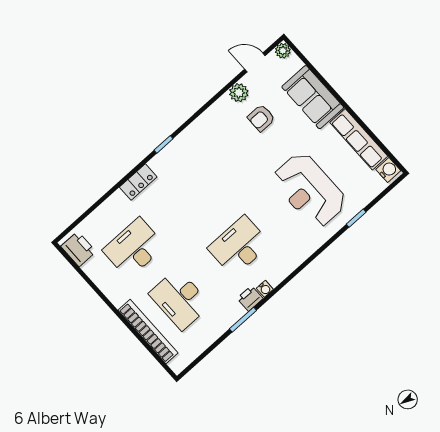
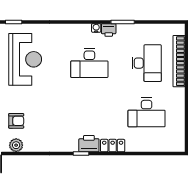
printer: (78, 249) -> (89, 144), moved, turned 90

